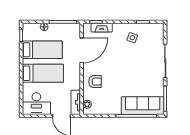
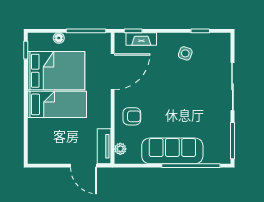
bed: (42, 50) -> (56, 71), width x1.50
desk: (36, 104) -> (48, 148), removed
sofa: (143, 106) -> (172, 151), moved

